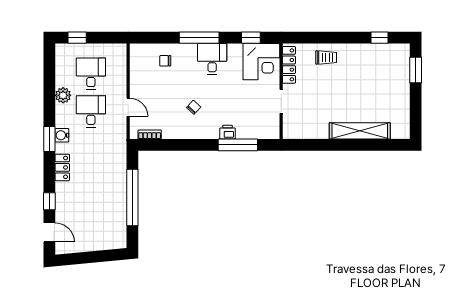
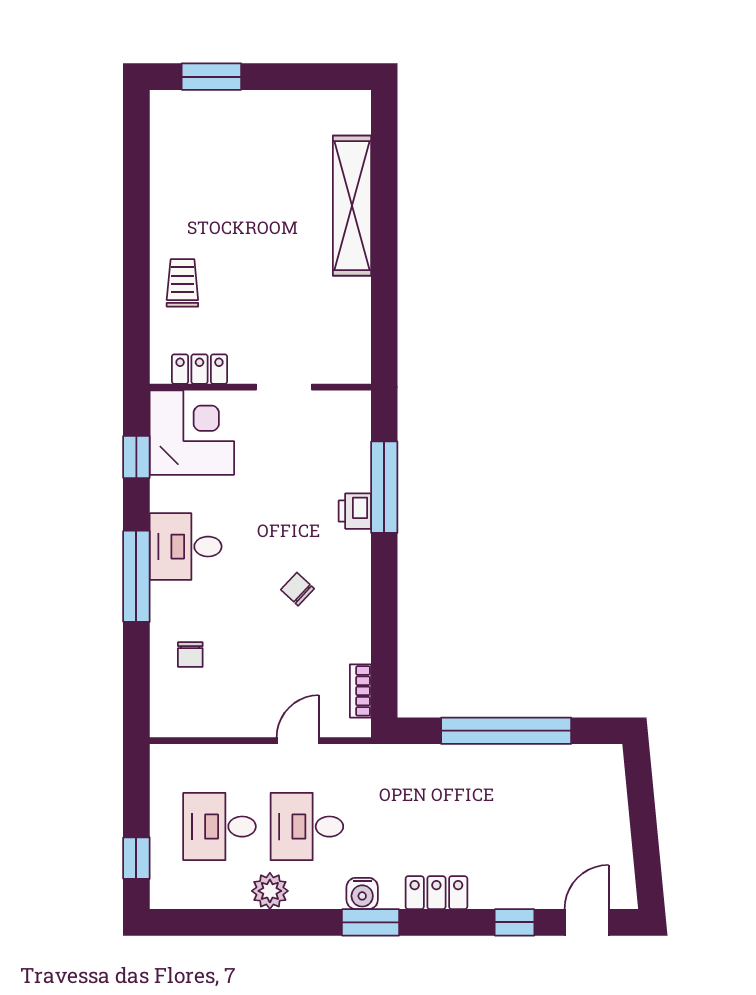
window: (380, 38) -> (136, 160), removed
locker: (289, 65) -> (200, 369), width x0.66

